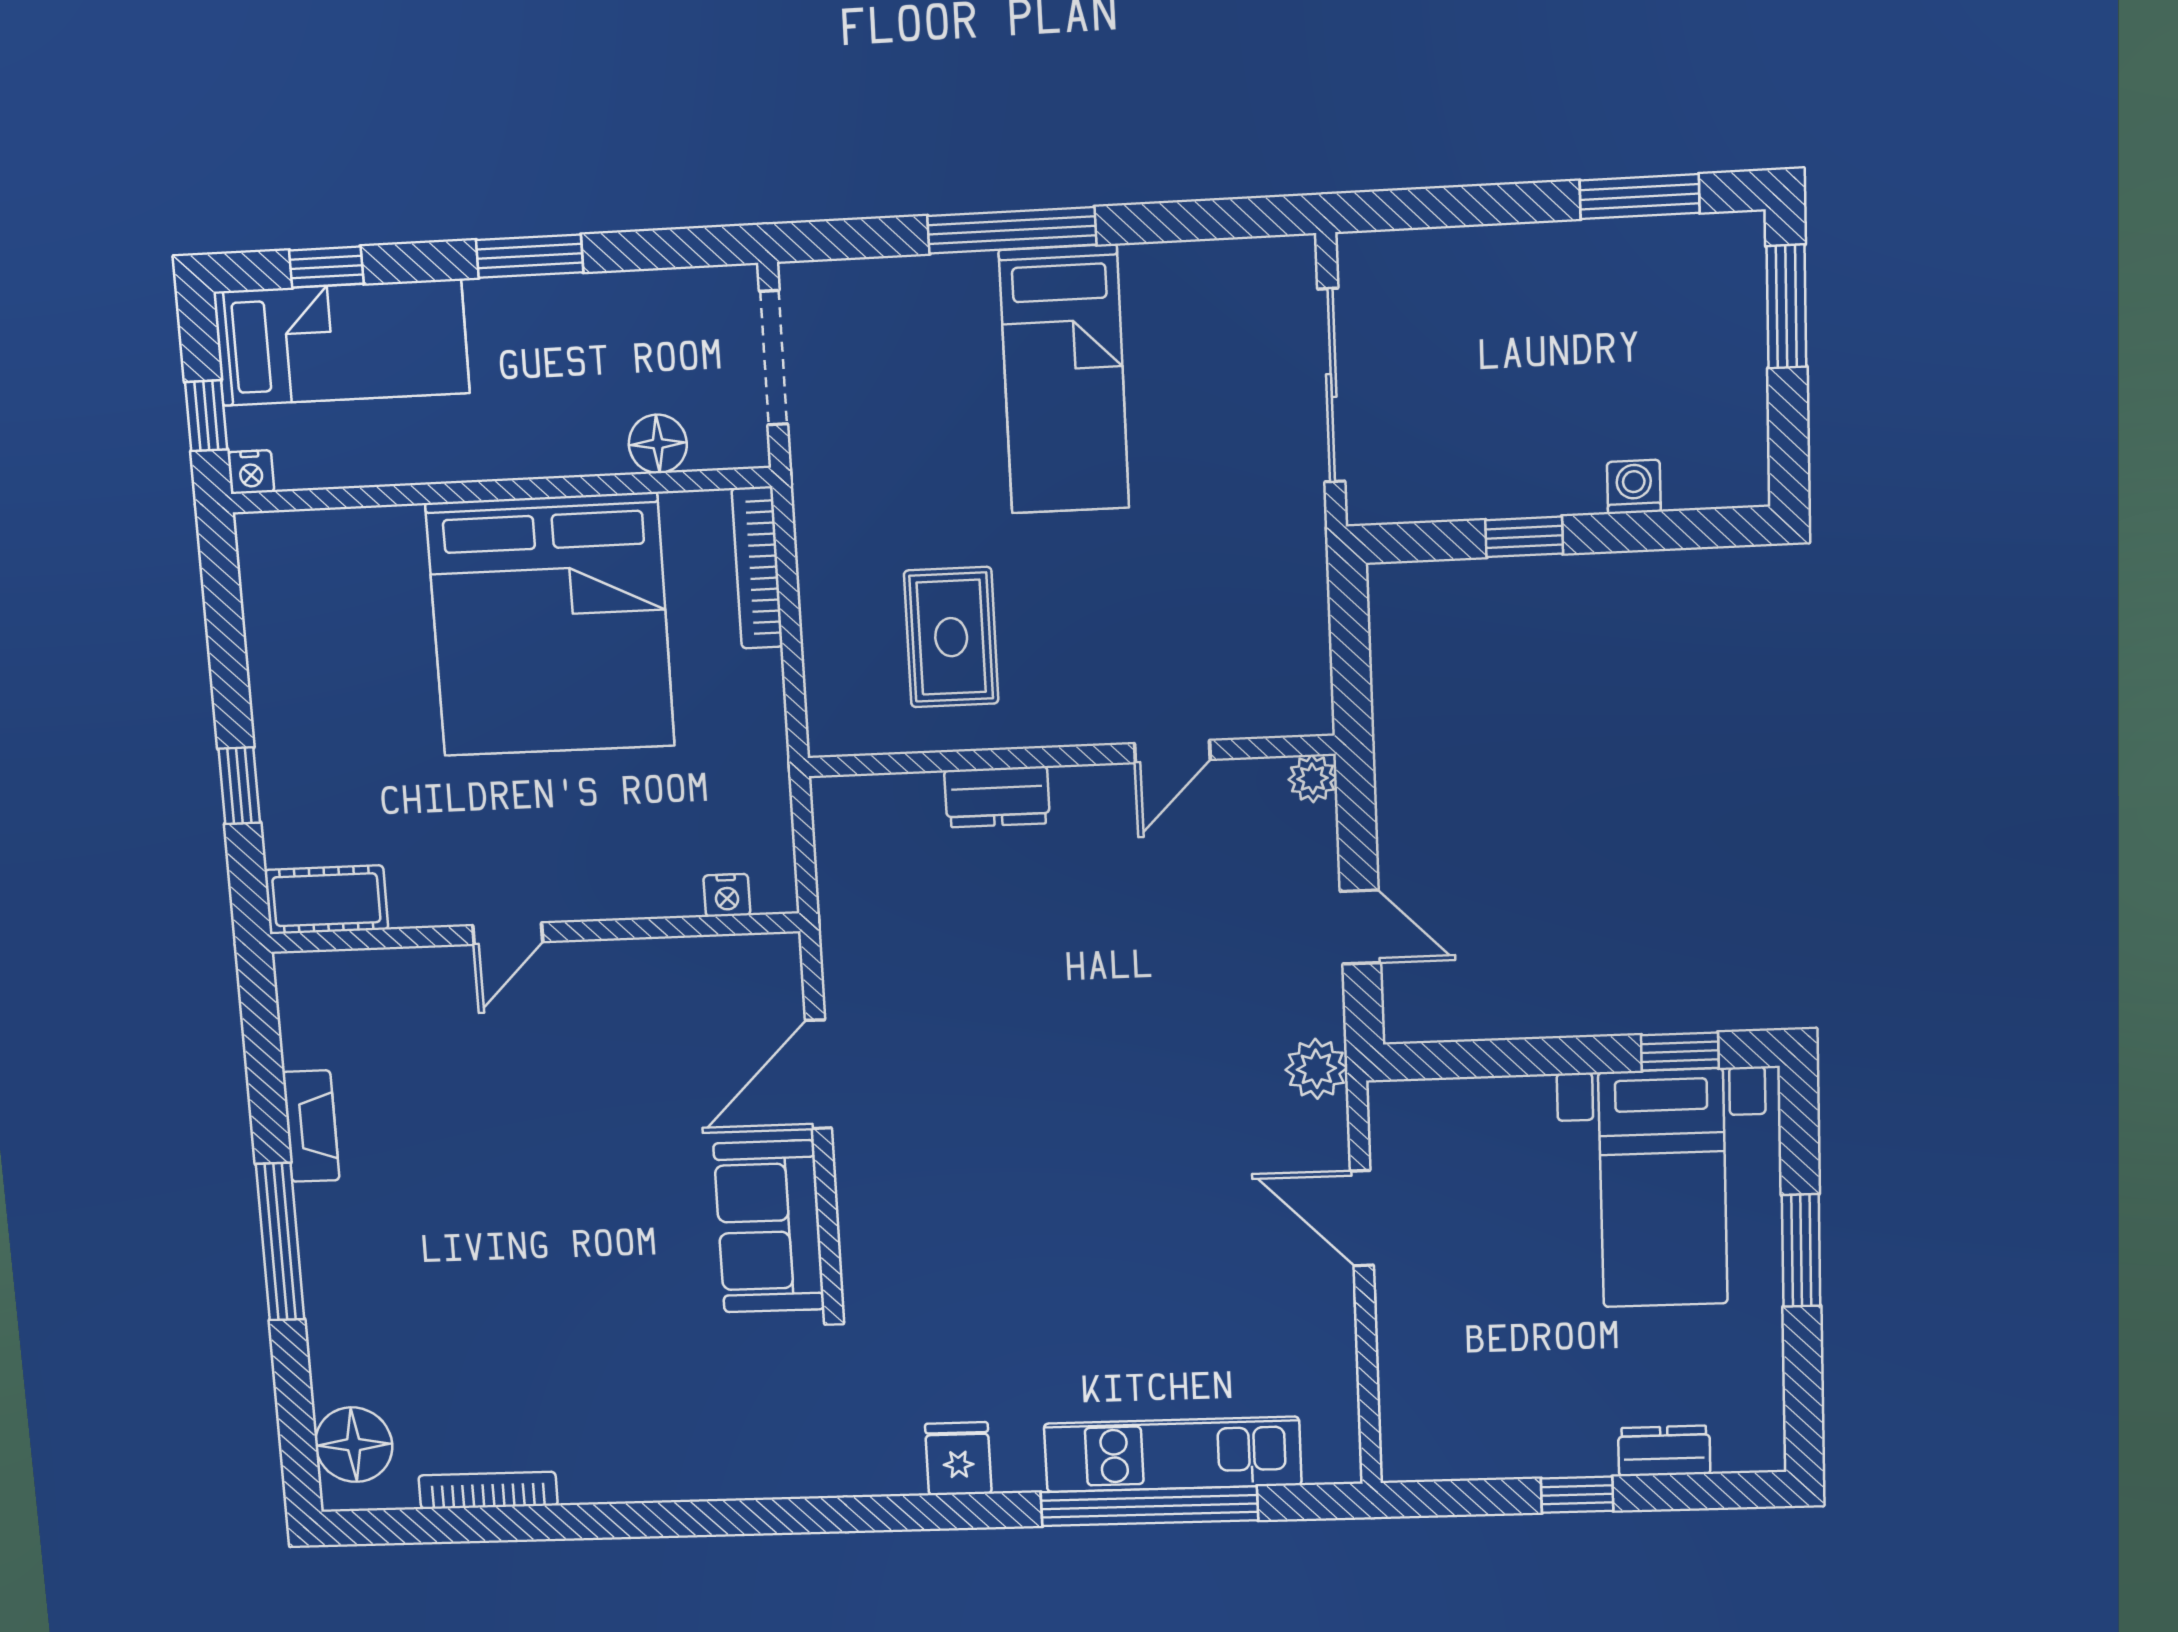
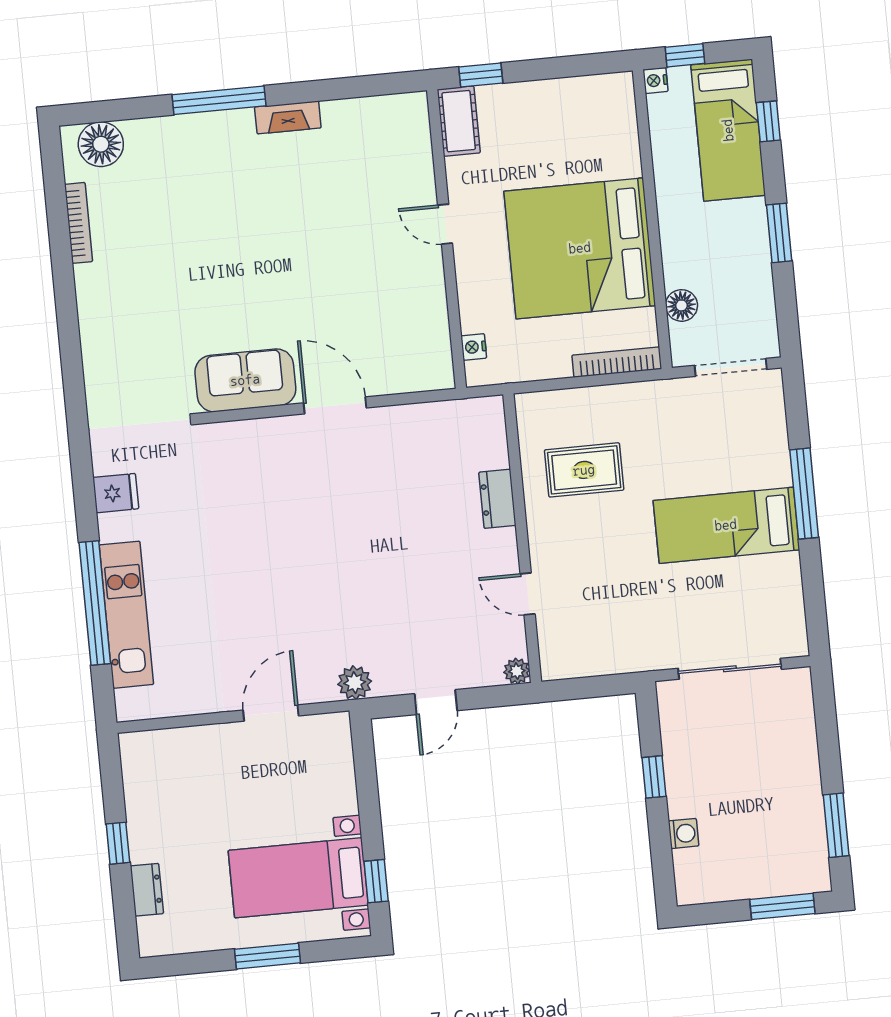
nightstand: (727, 895) -> (474, 347), moved
cot: (326, 900) -> (459, 121), moved
wall: (534, 933) -> (447, 239), moved
door: (508, 934) -> (445, 224), moved

